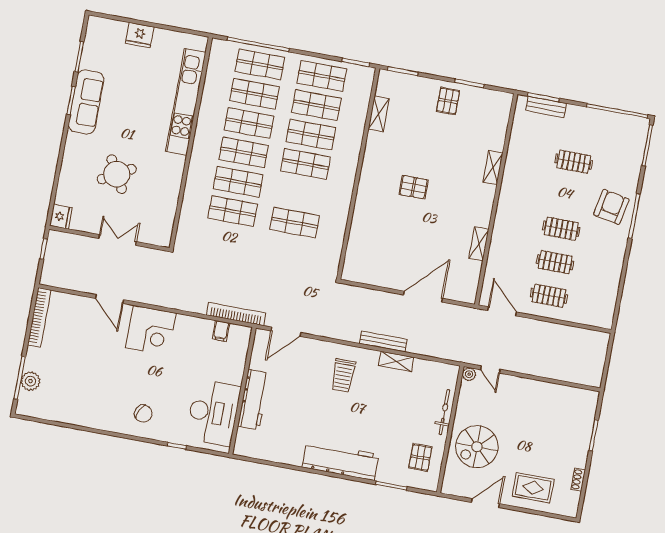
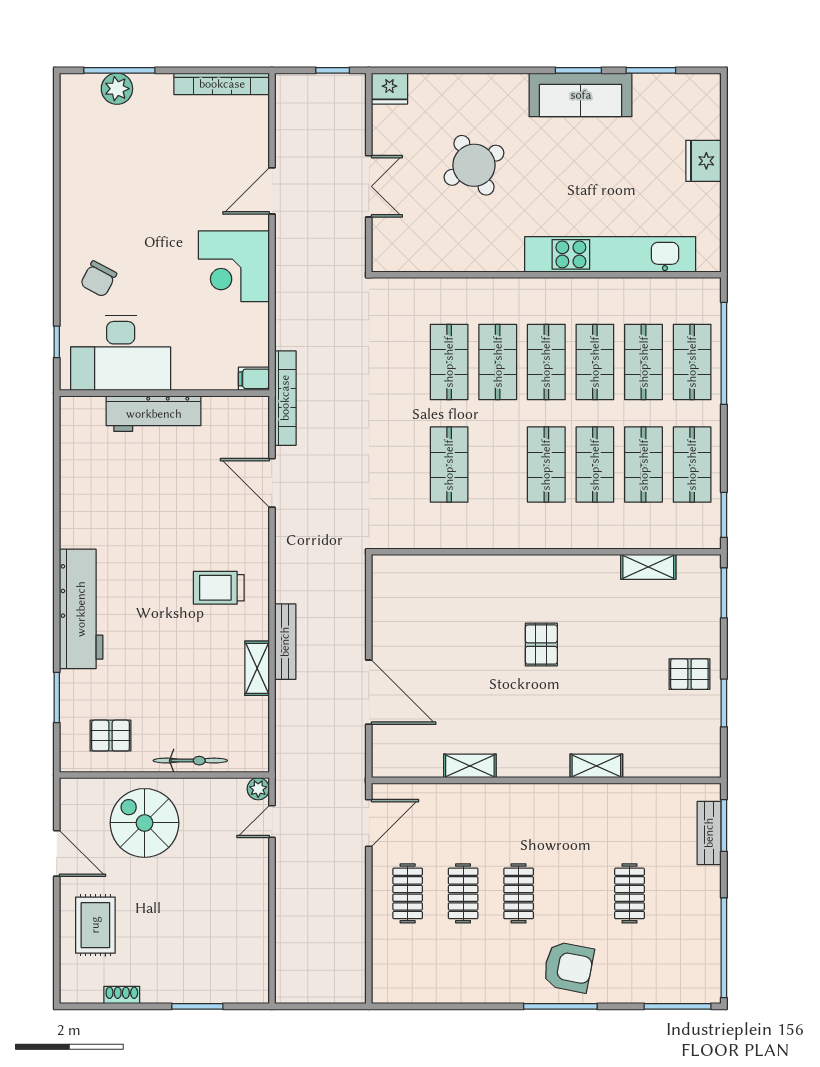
wall: (242, 391) -> (164, 393), moved
workbench: (253, 400) -> (154, 414), moved
desk: (213, 413) -> (121, 353), moved

